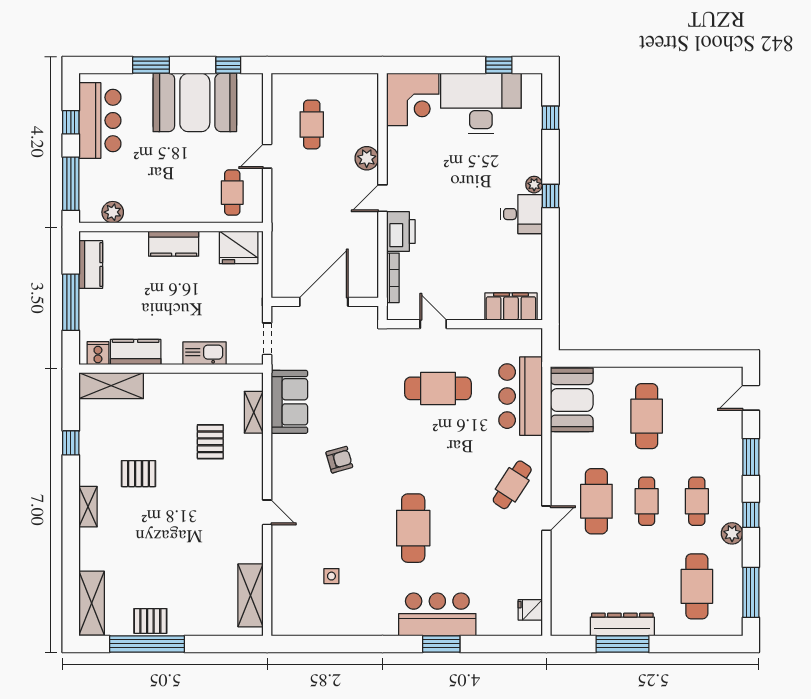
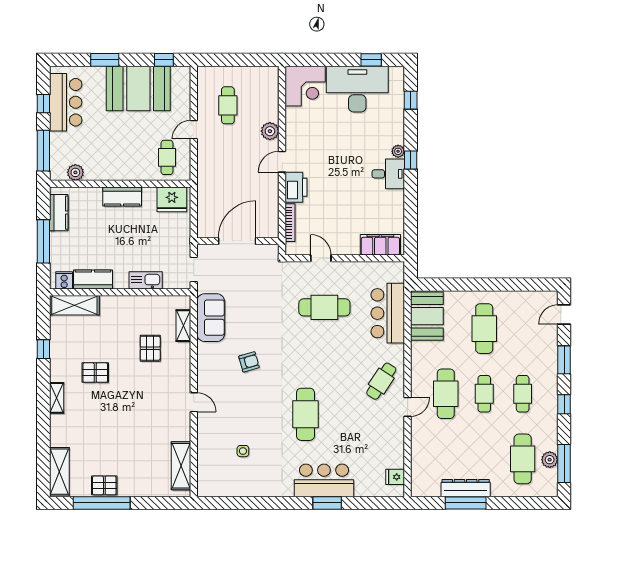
plant: (732, 533) -> (550, 460), moved

